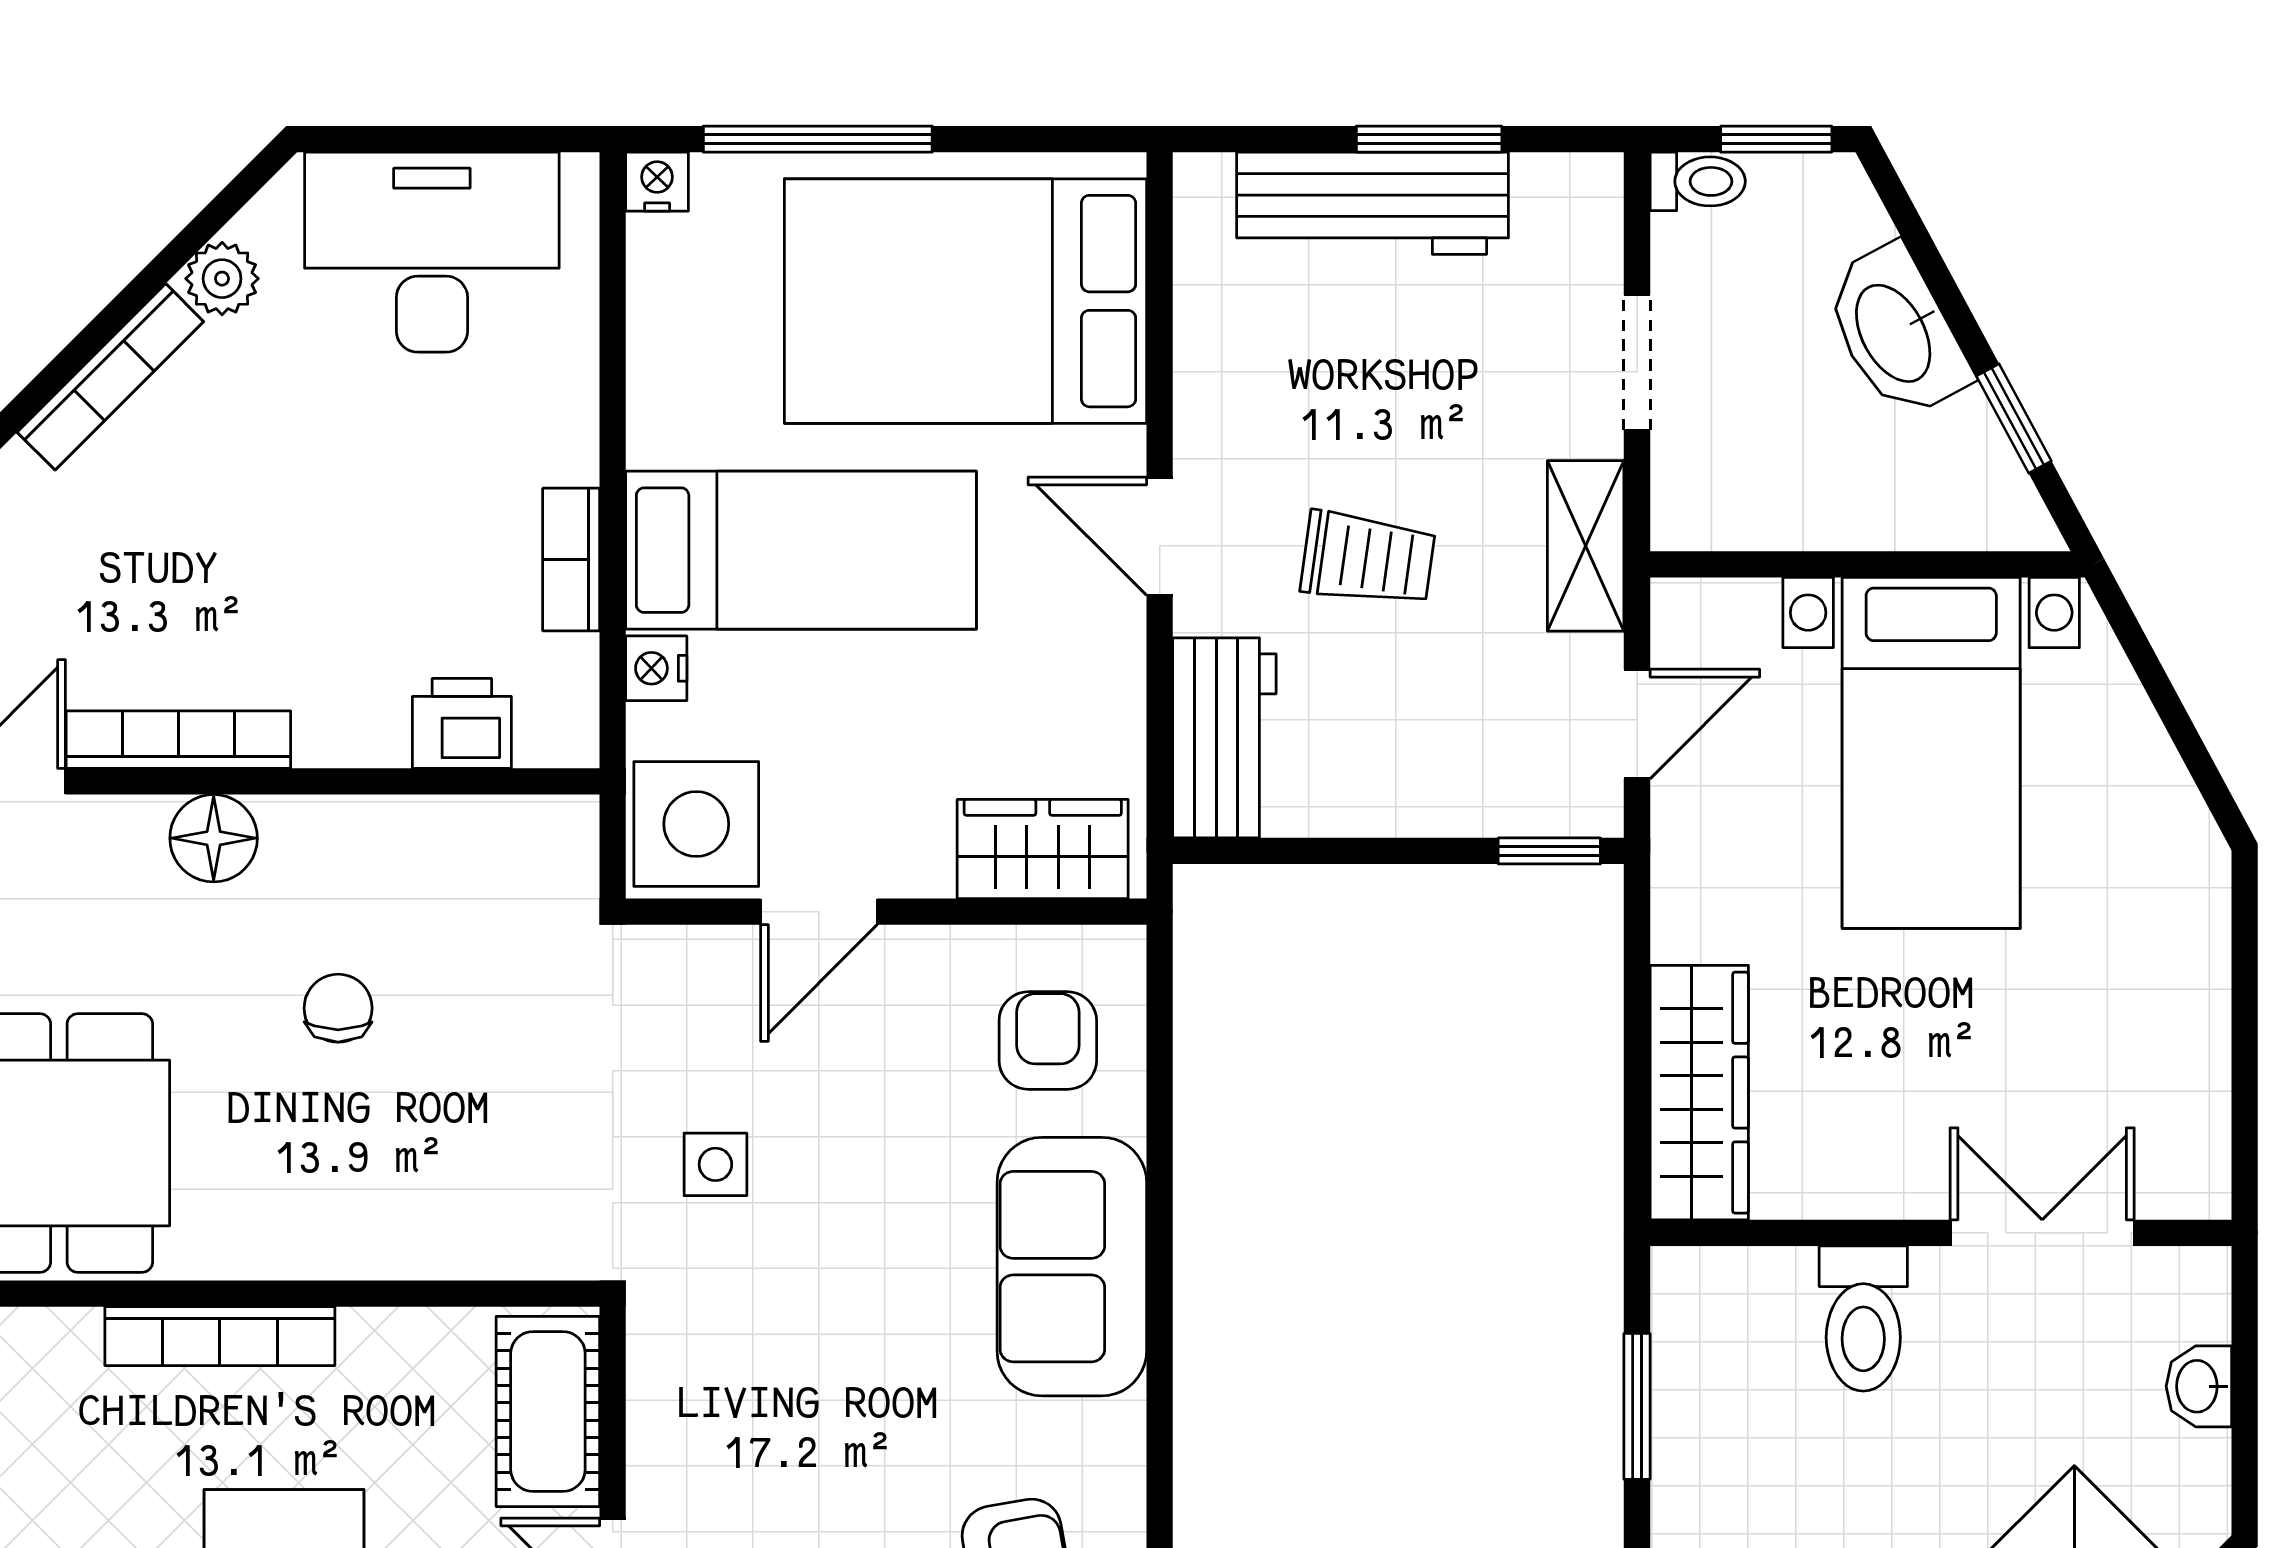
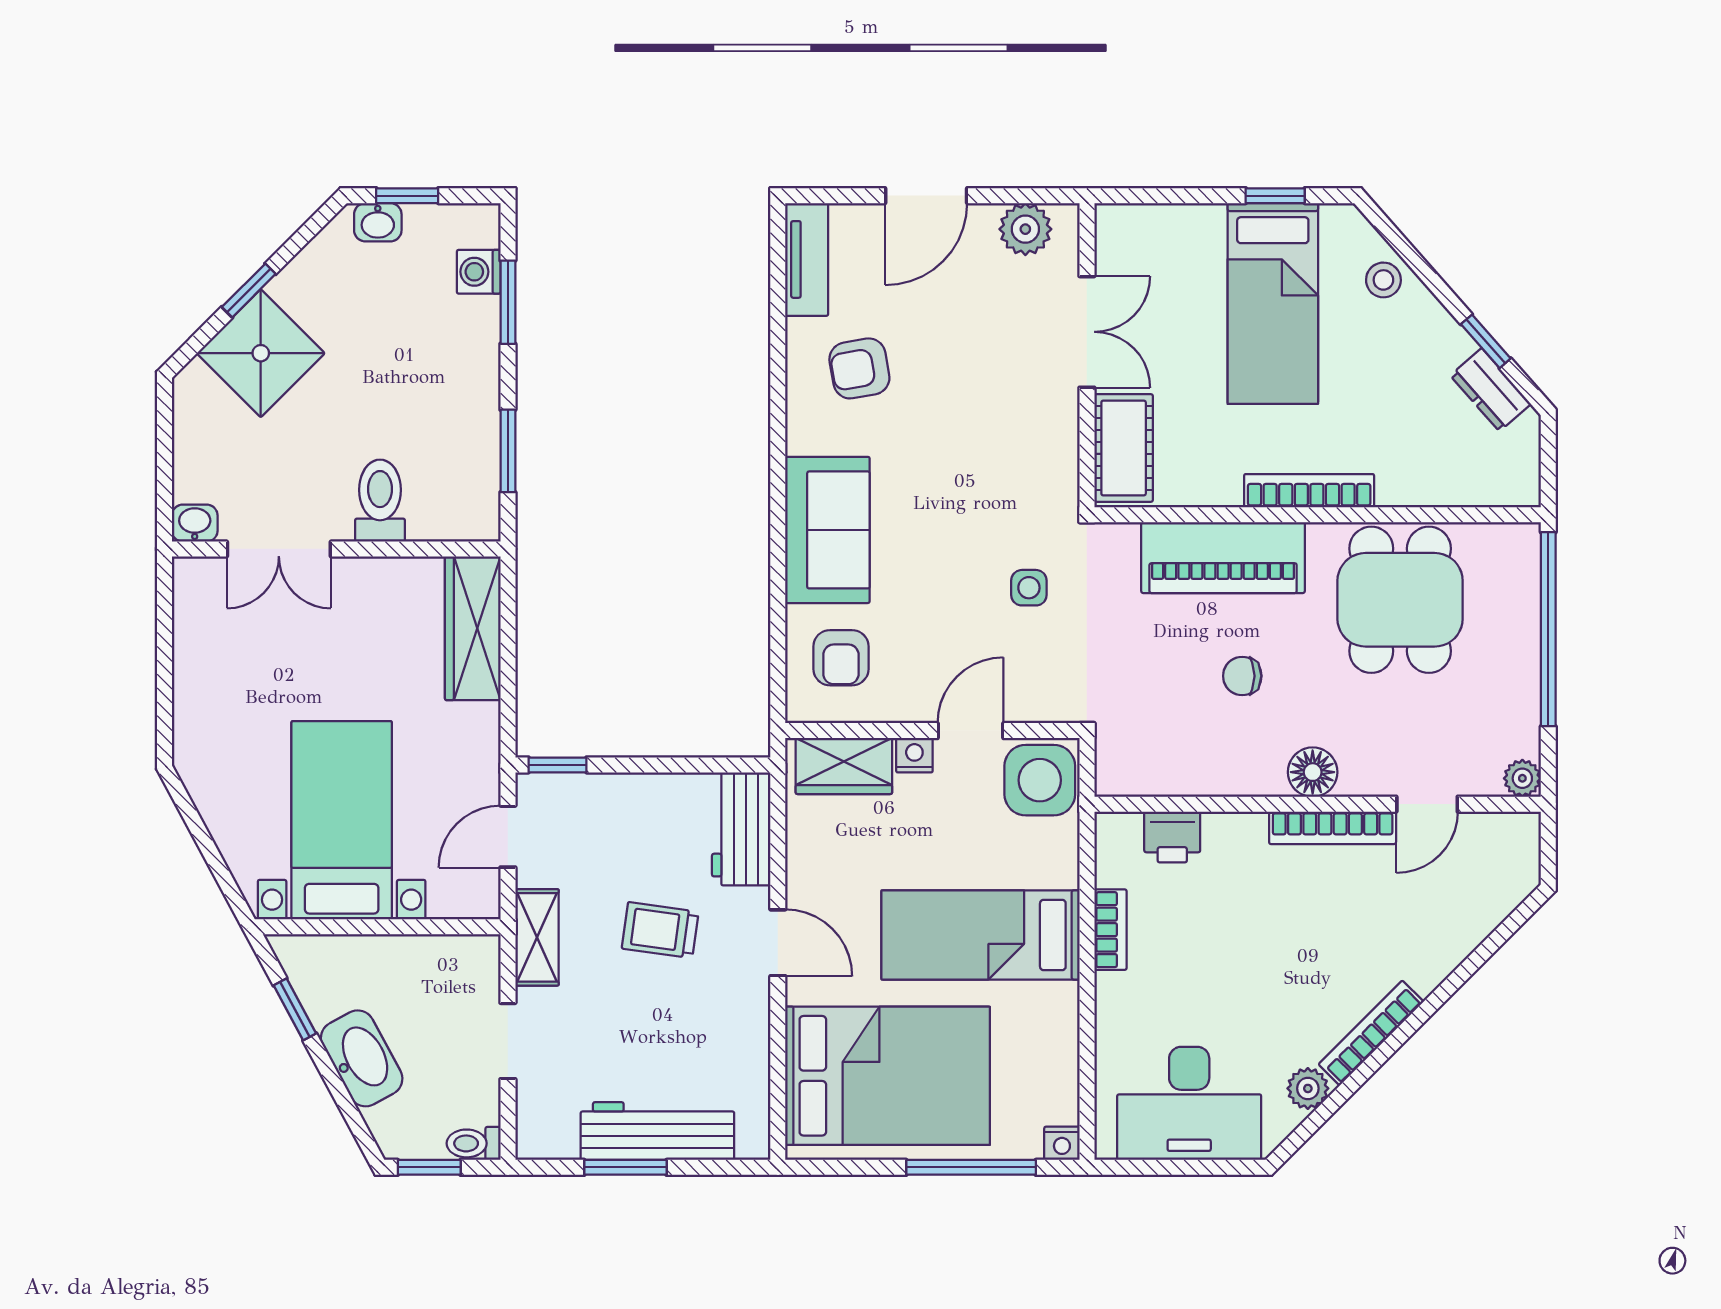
nightstand: (656, 668) -> (914, 755), moved, turned -90
chair: (338, 1008) -> (1242, 676), turned 90
piano: (372, 1218) -> (1223, 558), added
washbasin: (2199, 1386) -> (195, 523), moved, turned -90

